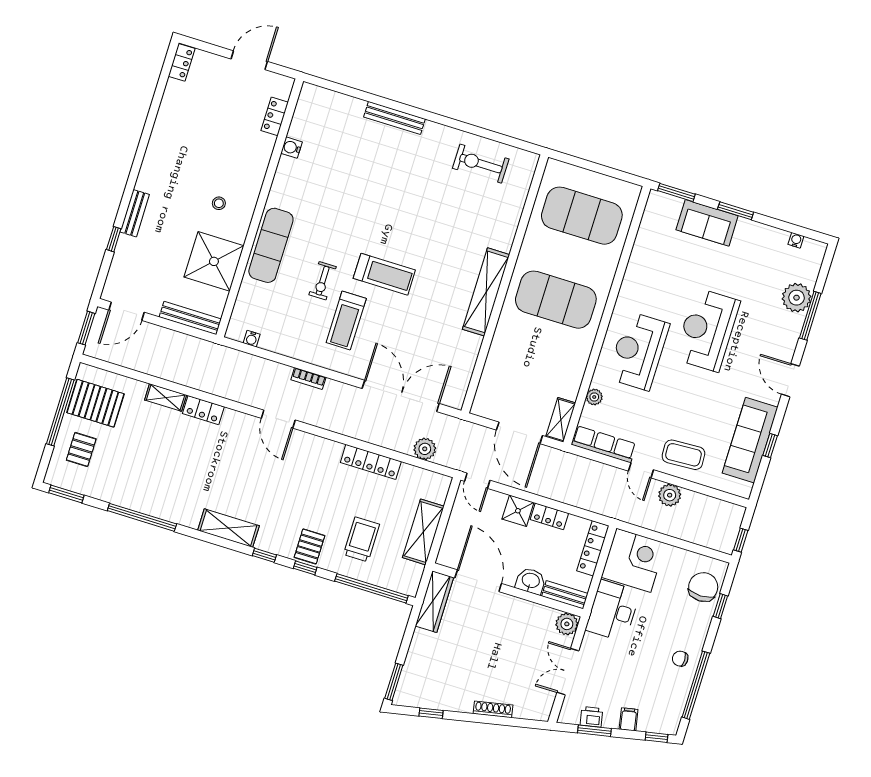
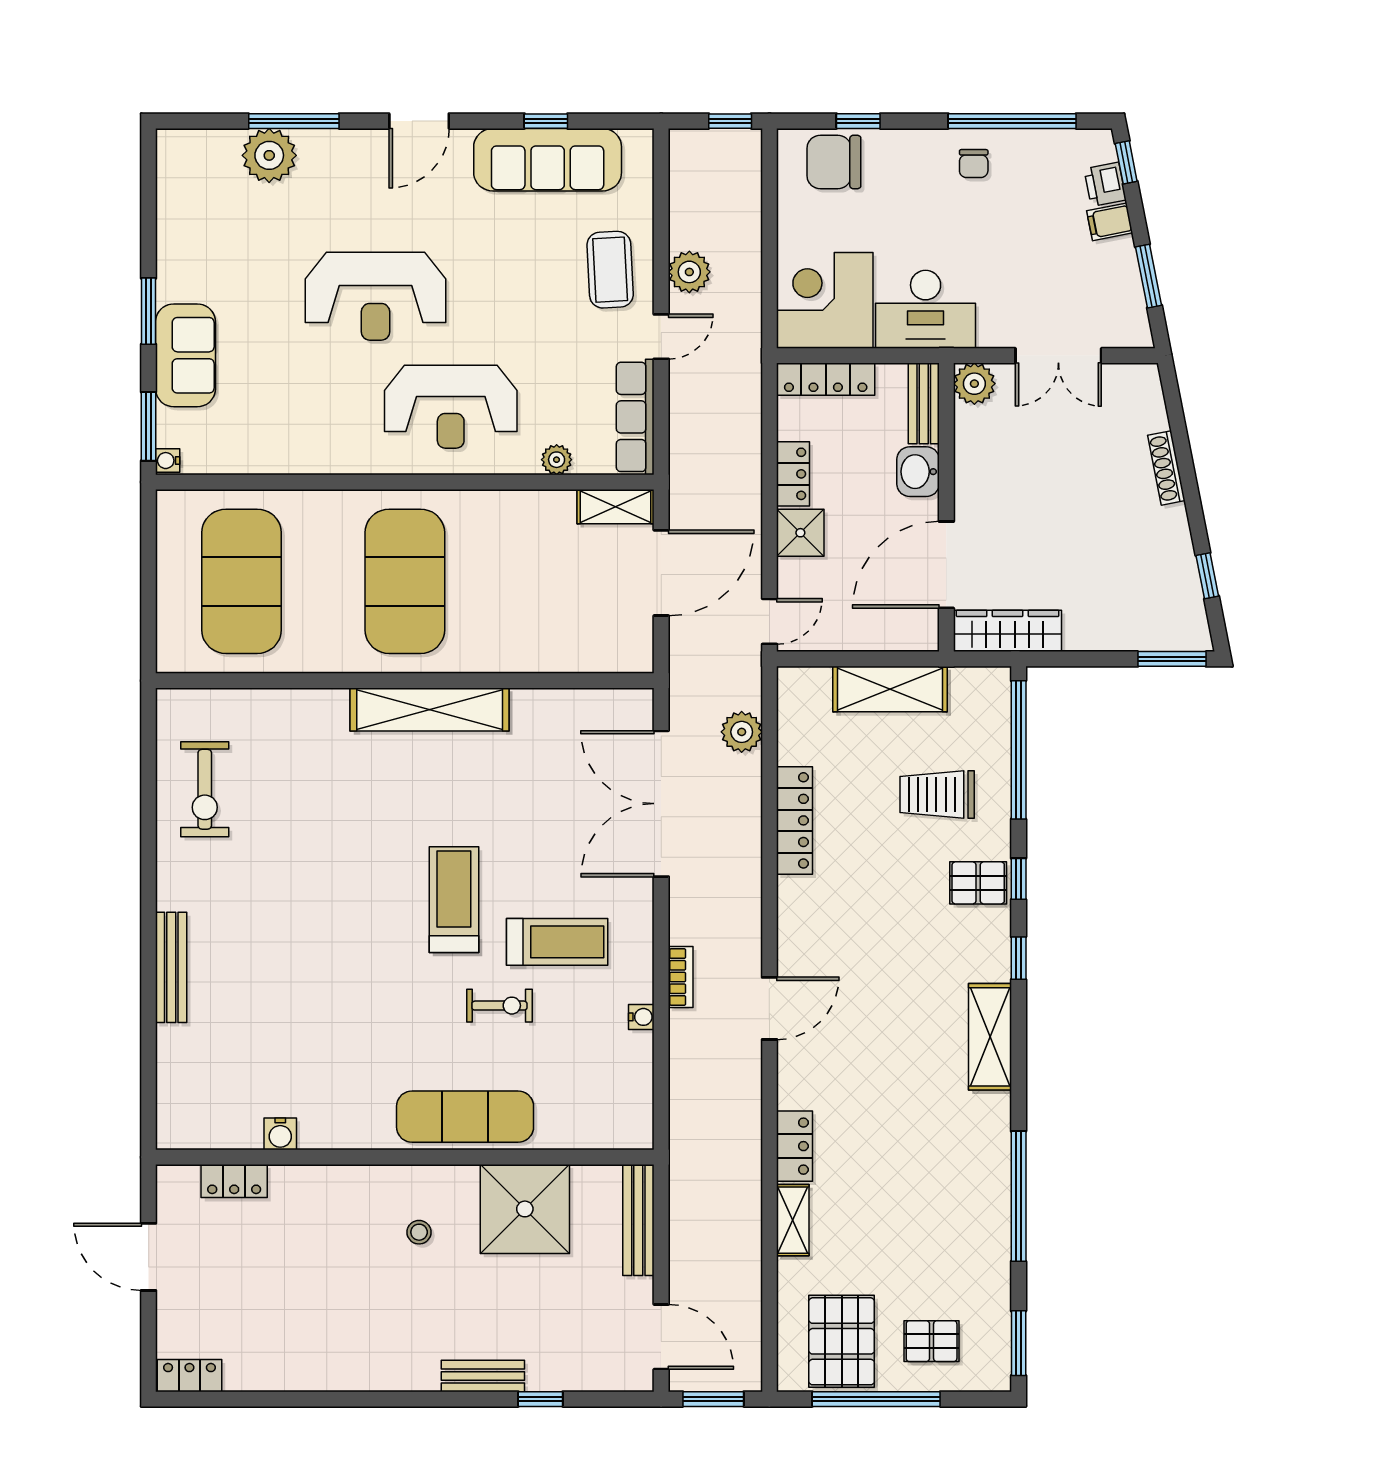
water cooler: (796, 240) -> (168, 461), moved
water cooler: (252, 339) -> (641, 1017), moved
printer: (591, 717) -> (1105, 184), moved

